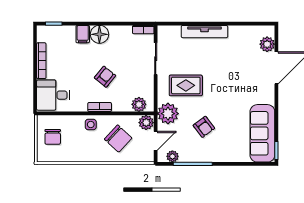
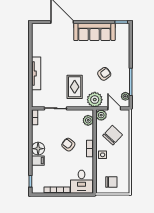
plant: (267, 44) -> (45, 29), removed
sofa: (262, 133) -> (94, 32), moved

